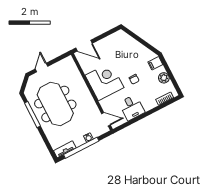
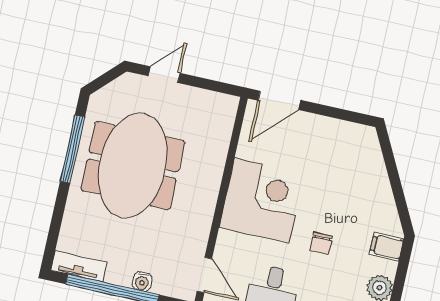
door: (84, 46) -> (279, 100), hinge flipped

